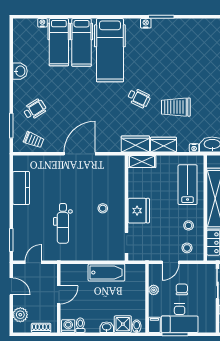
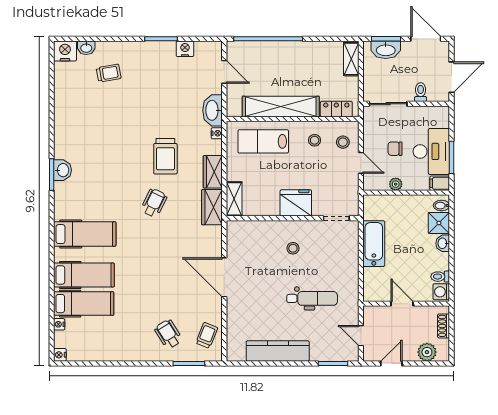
nightstand: (146, 23) -> (60, 355), moved
hospital bed: (110, 50) -> (85, 234), width x0.73, depth x0.78
washbasin: (20, 71) -> (63, 170), moved, turned 90
kitchen counter: (21, 188) -> (278, 351), width x1.50

